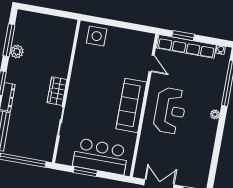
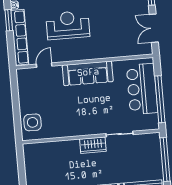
window: (183, 36) -> (9, 20), moved
reception desk: (170, 111) -> (68, 25), moved
window: (85, 172) -> (160, 99), width x2.11

